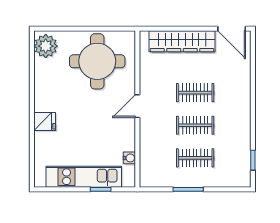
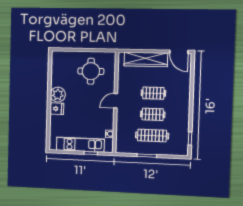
plant: (46, 46) -> (58, 95), moved
round table: (97, 61) -> (91, 71), width x0.73, depth x0.73
clothes rail: (195, 158) -> (152, 136), width x1.36

